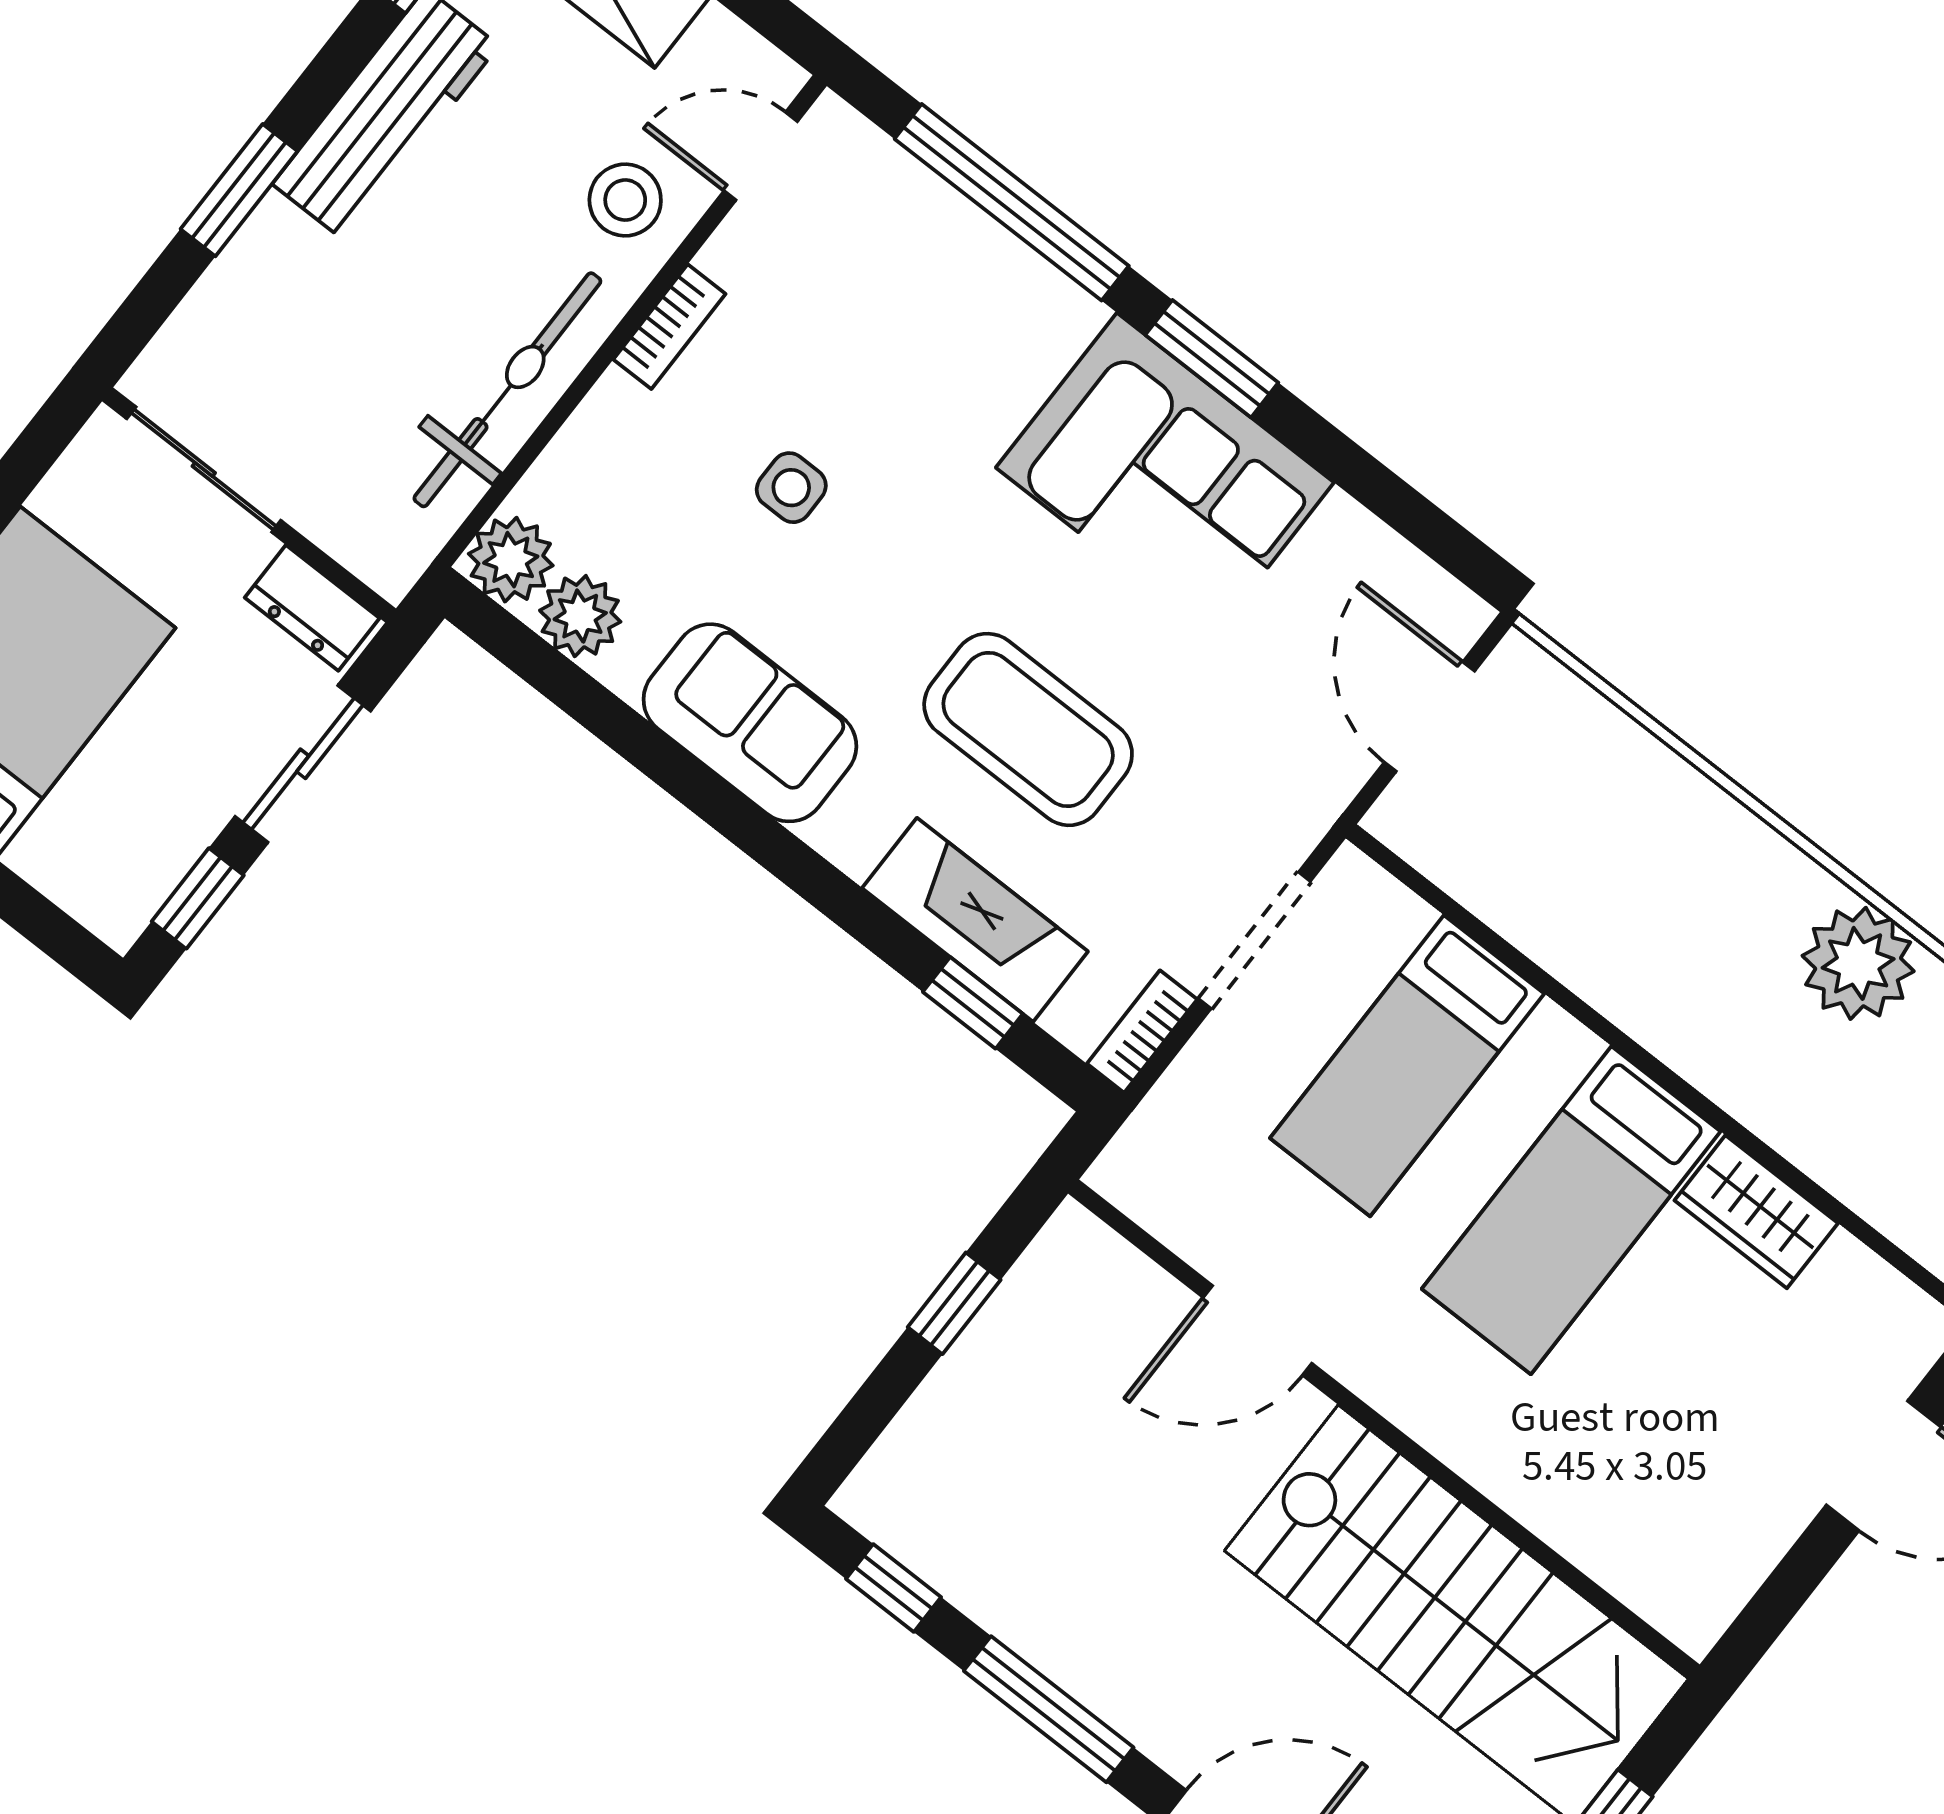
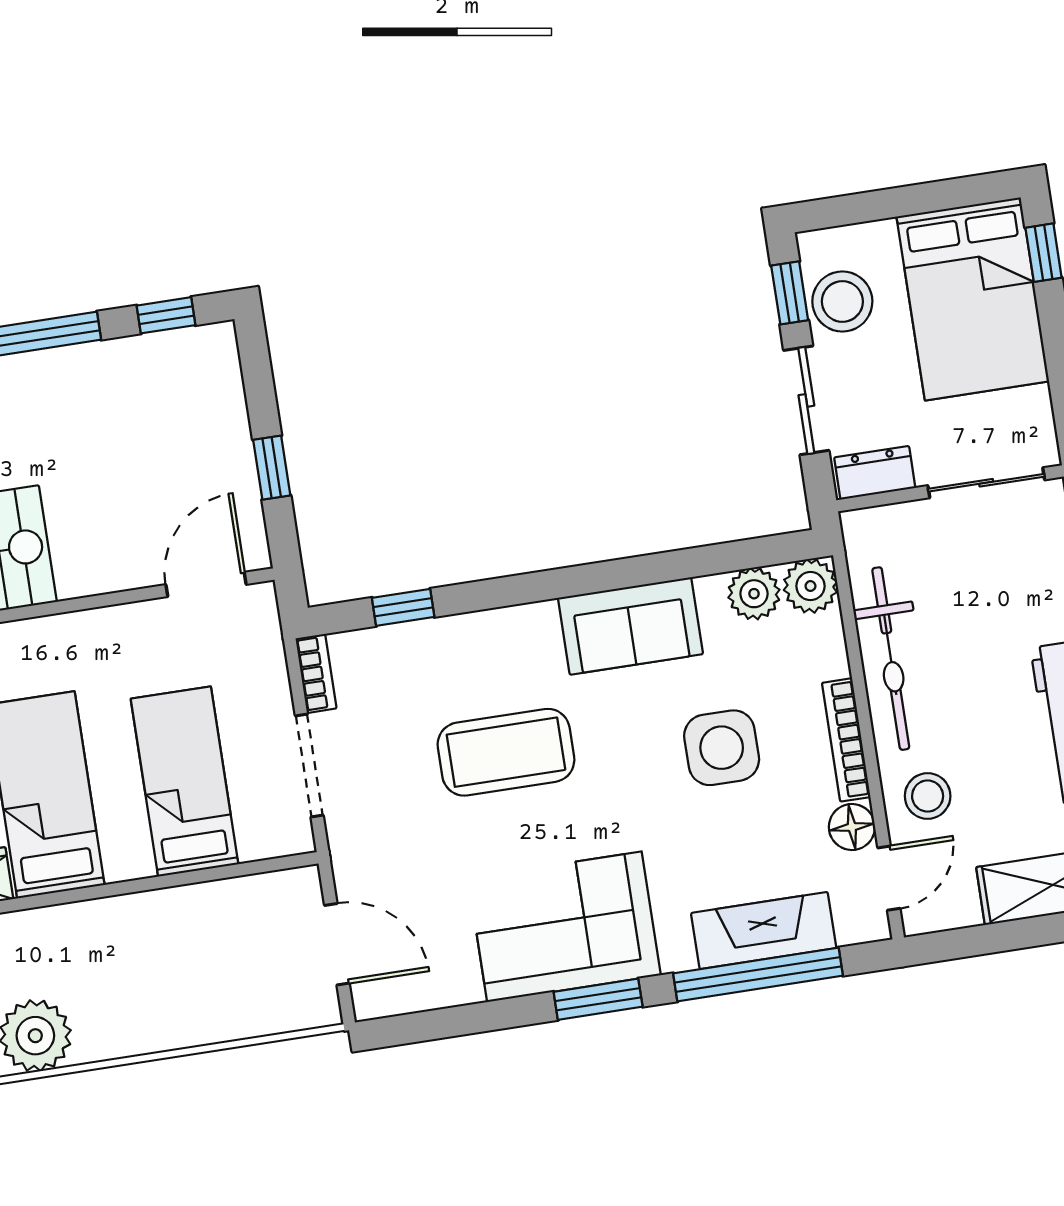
floor lamp: (742, 253) -> (852, 827), added
bookcase: (669, 327) -> (846, 740), width x1.56
side table: (791, 488) -> (722, 748), width x1.87, depth x1.87
stool: (151, 829) -> (842, 302), added
fireplace: (975, 920) -> (764, 931), moved, turned 180
door: (1258, 1330) -> (206, 584), moved

